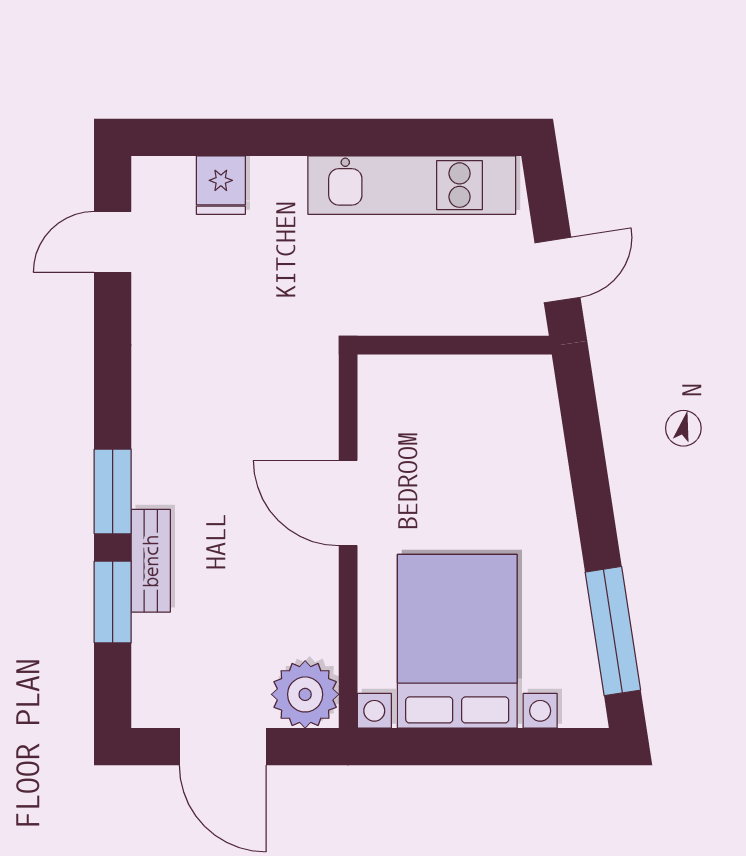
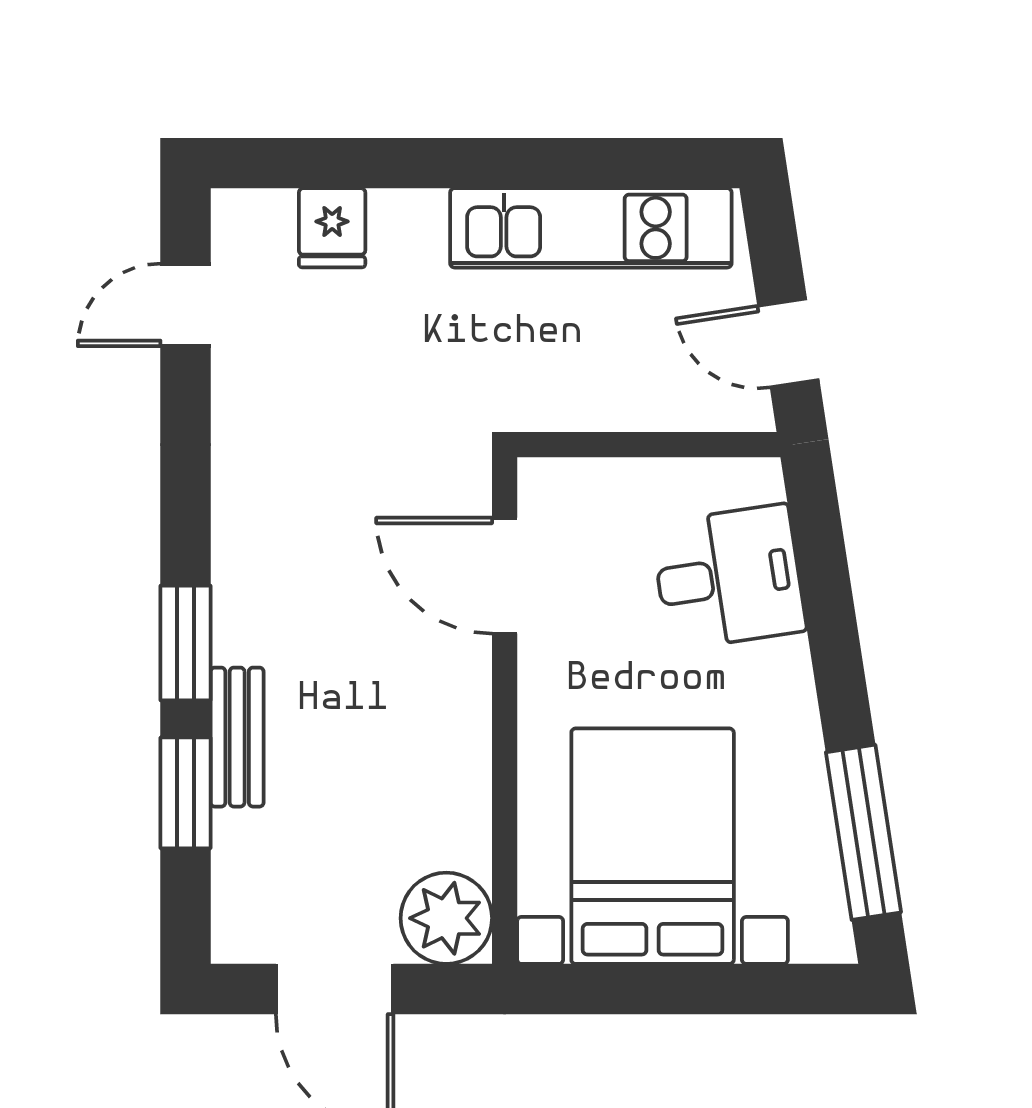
door: (557, 270) -> (788, 343), swing flipped
desk: (513, 443) -> (728, 577), added
door: (348, 503) -> (505, 576), moved

